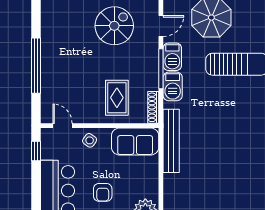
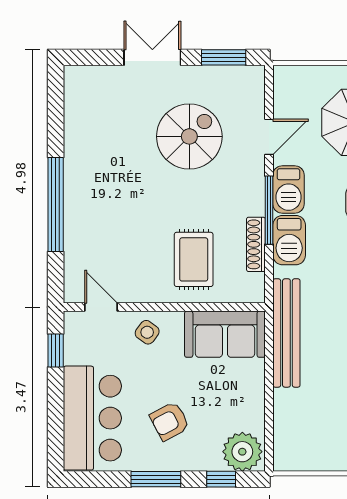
shoe rack: (153, 107) -> (256, 244), moved
armchair: (103, 192) -> (170, 421), turned 62

